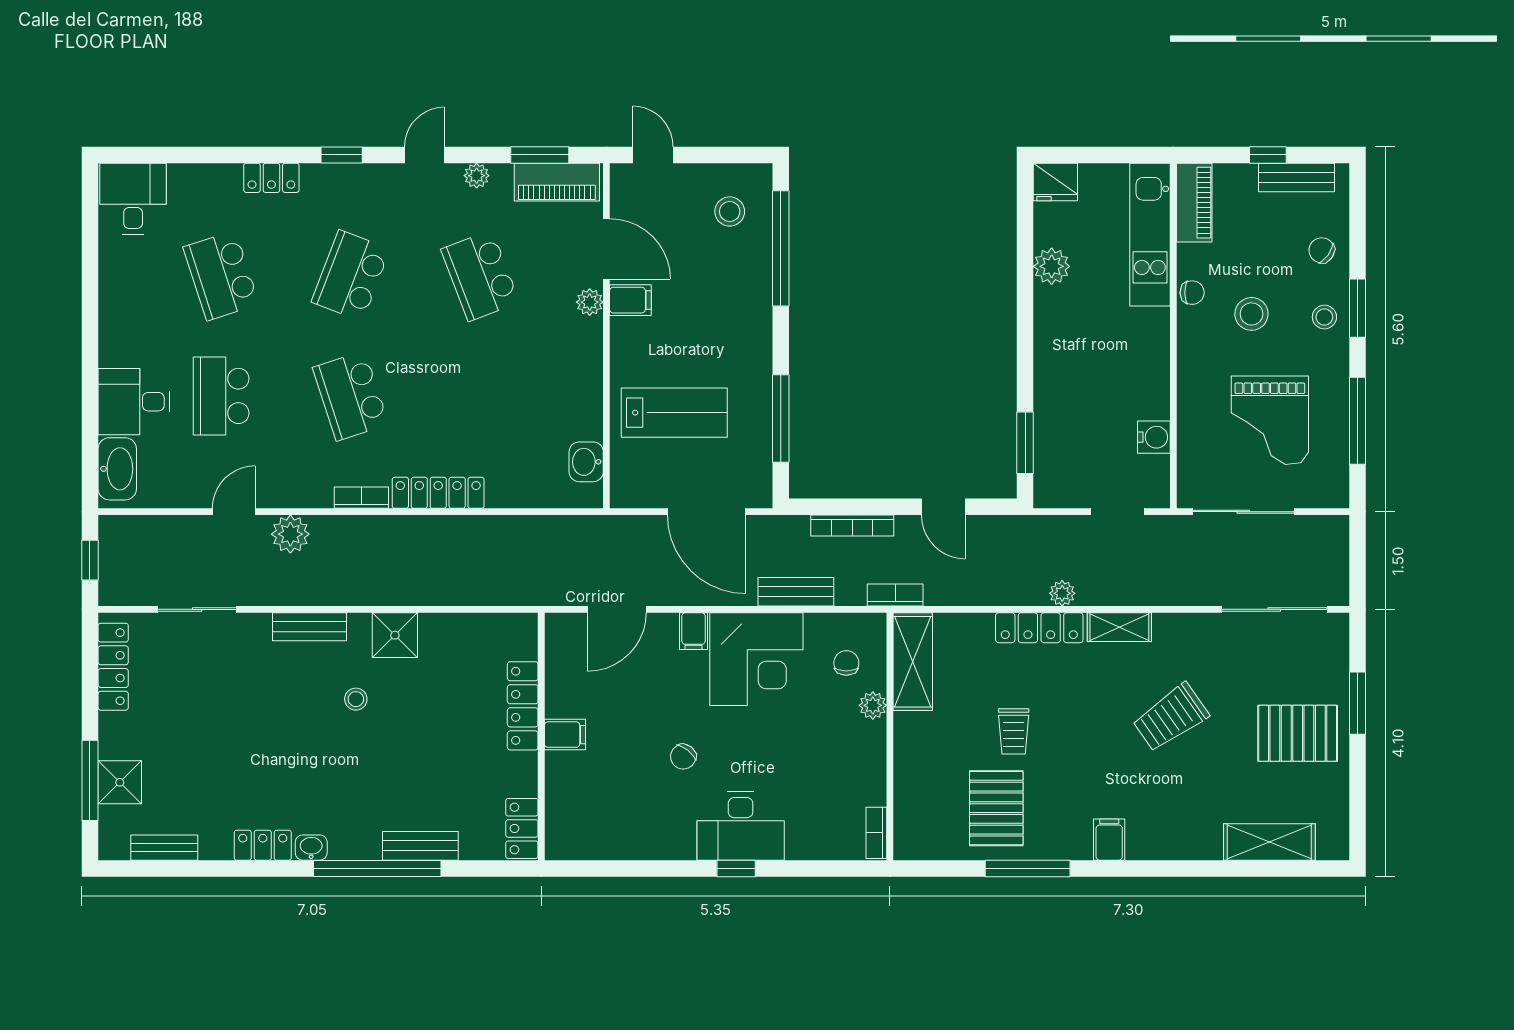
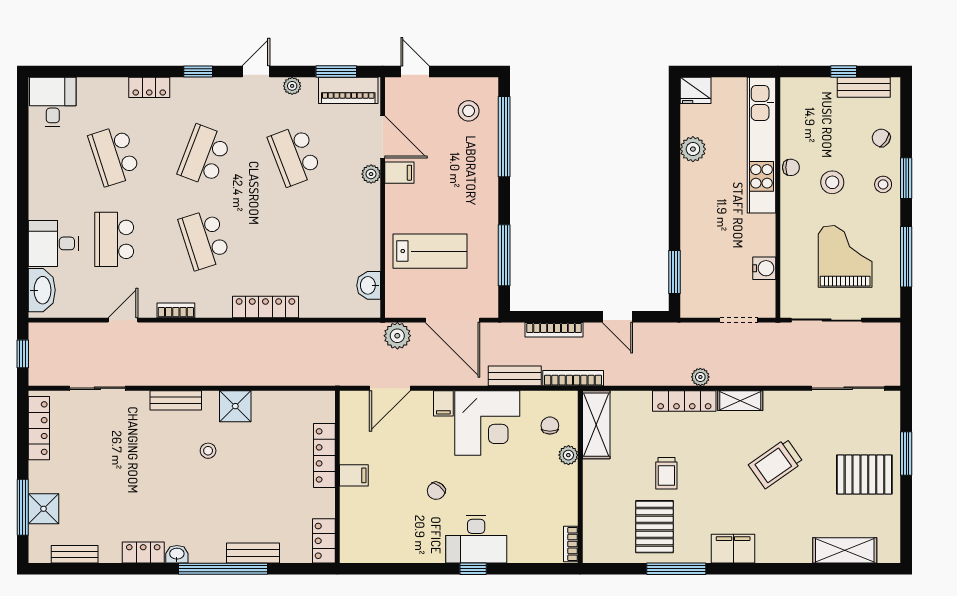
piano: (1194, 203) -> (792, 105), removed
kitchen unit: (1150, 235) -> (761, 145), width x1.36
grand piano: (1270, 420) -> (845, 256), turned 180
bookcase: (361, 498) -> (176, 310), moved
plant: (290, 534) -> (397, 336), moved
bookcase: (895, 595) -> (573, 378), width x1.56
filing cabinet: (1109, 840) -> (733, 549), width x2.00

